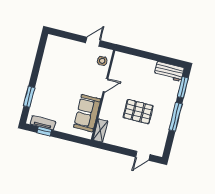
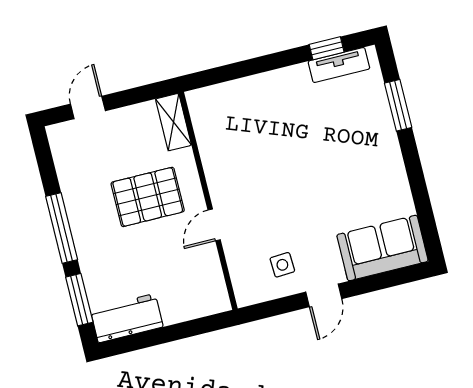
door: (106, 85) -> (214, 225), moved
wall: (103, 95) -> (208, 201), moved
sofa: (87, 113) -> (382, 248), moved, turned -90
shelving: (100, 130) -> (173, 122), moved

